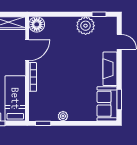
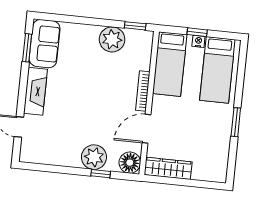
window: (99, 14) -> (101, 174), moved
plant: (86, 26) -> (94, 157), moved
plant: (63, 116) -> (112, 39), width x1.87, depth x1.87

